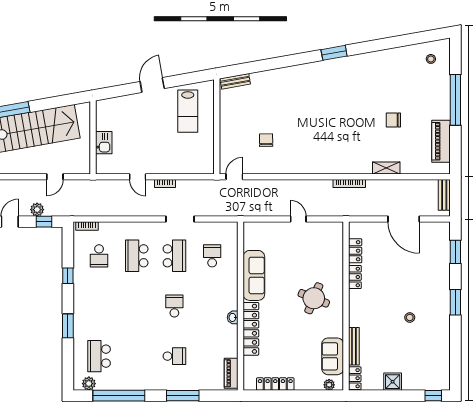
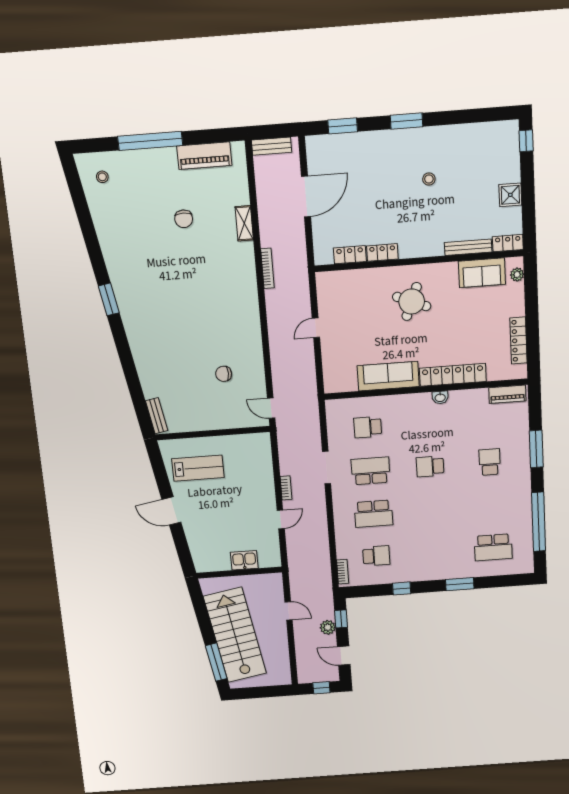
plant: (89, 384) -> (526, 556), removed

